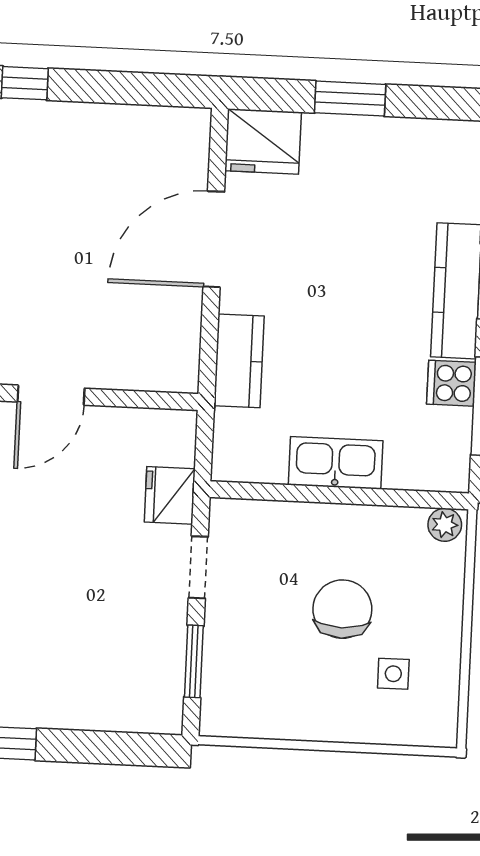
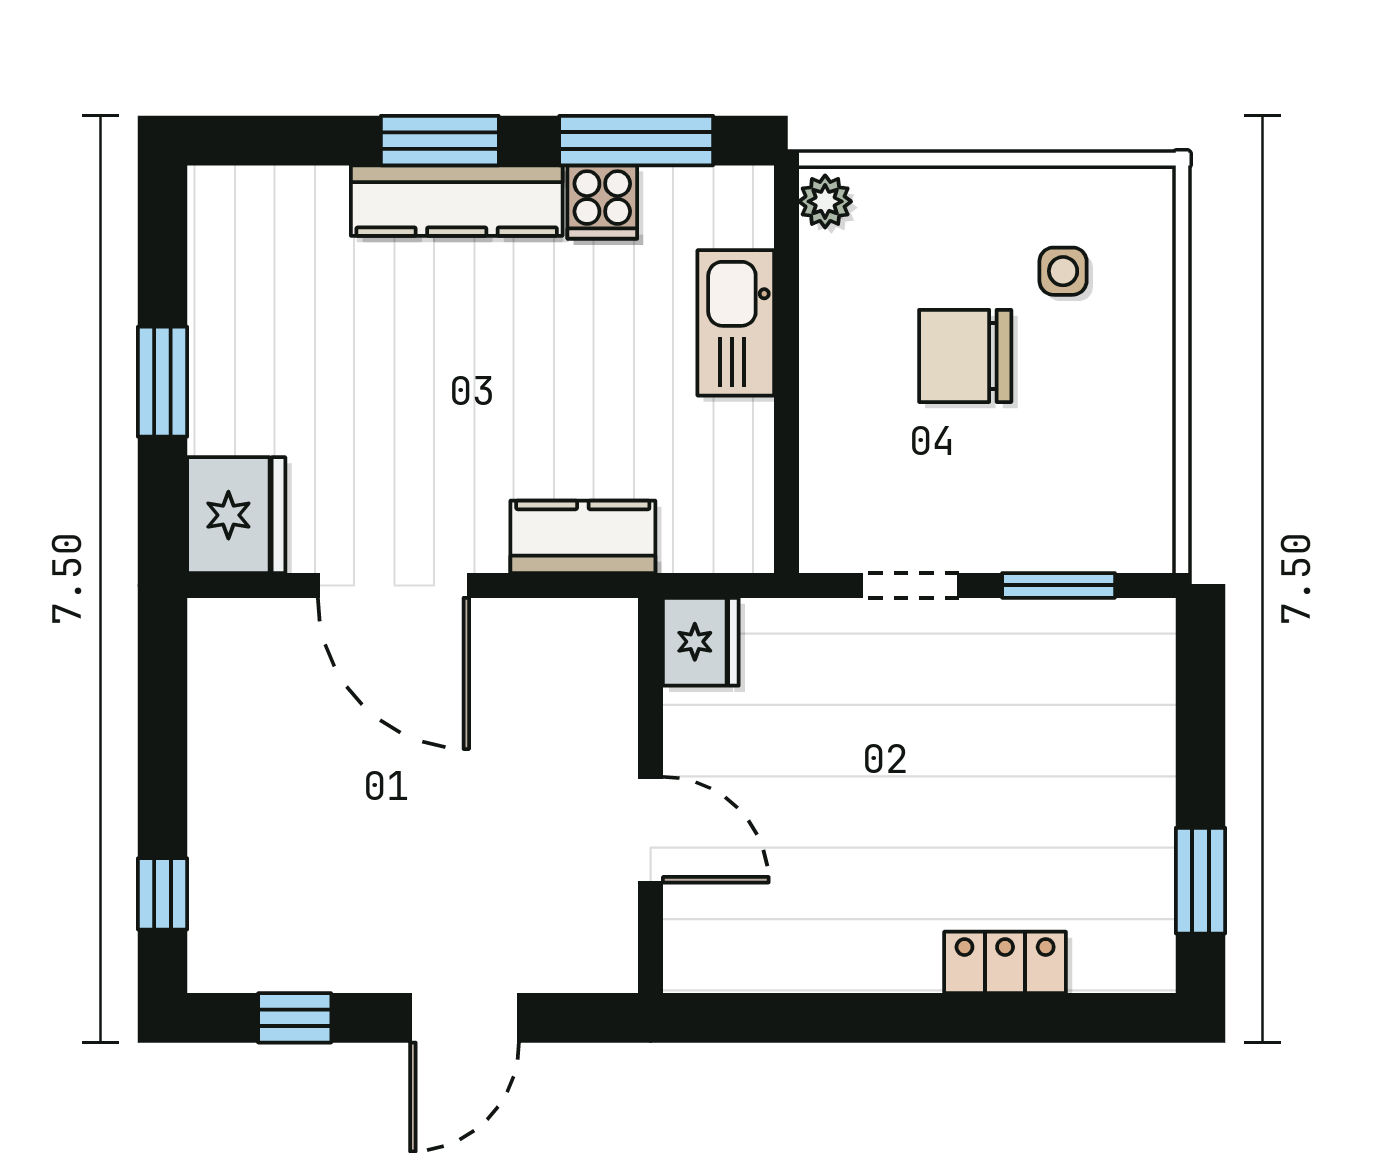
kitchen sink: (336, 463) -> (736, 323), moved
fridge: (170, 495) -> (701, 642), moved, turned -90

